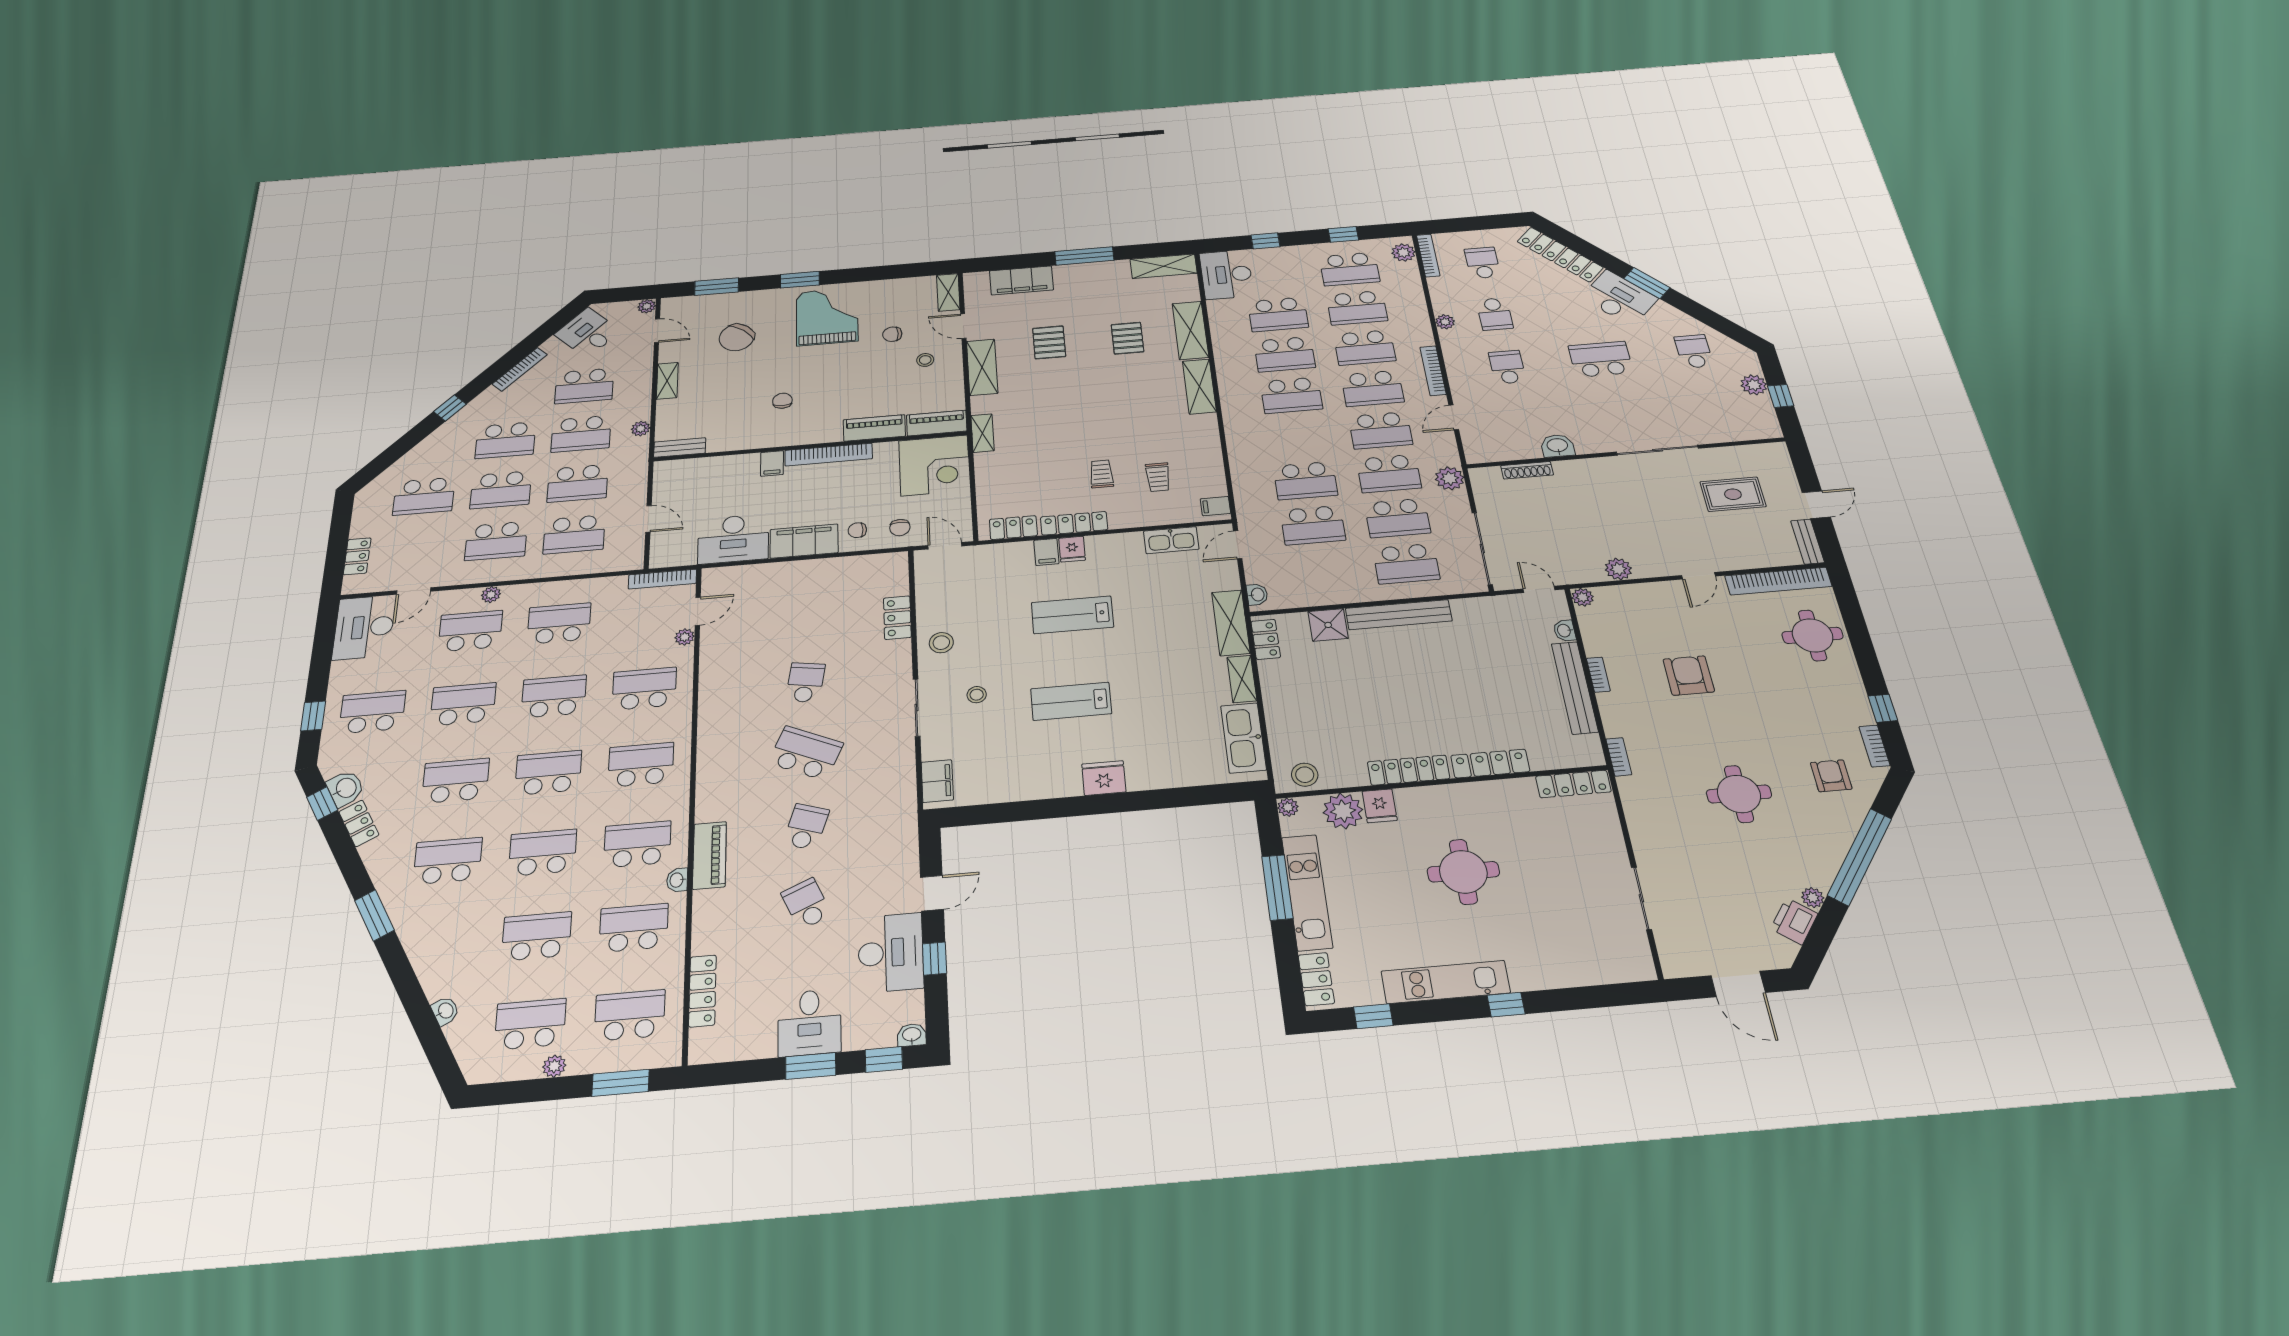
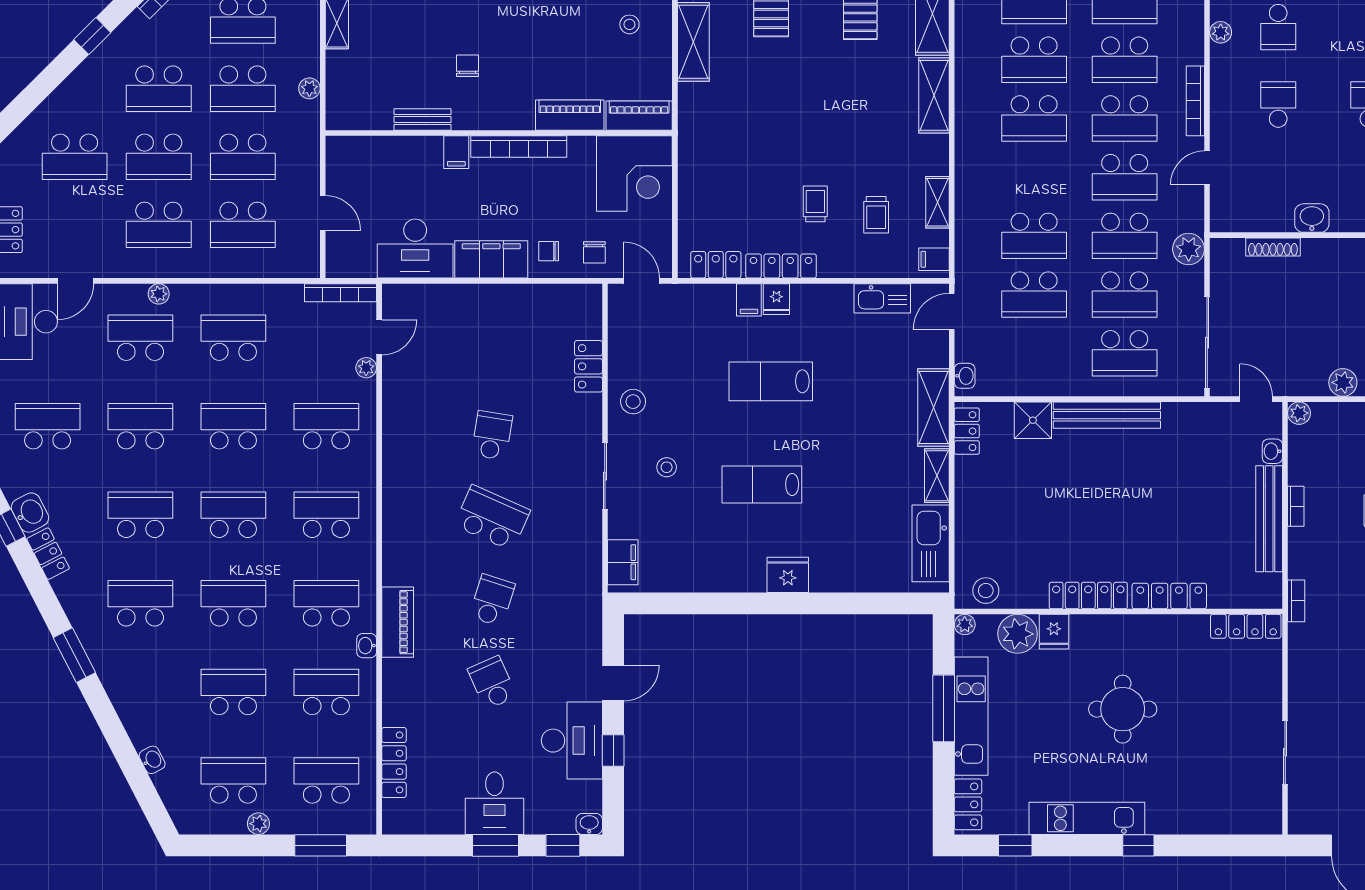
shelving: (983, 433) -> (937, 202), moved
bench: (680, 448) -> (423, 119), moved

